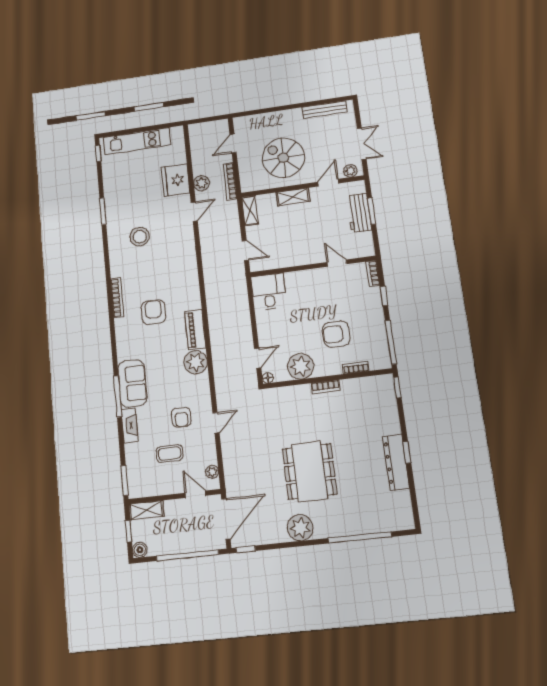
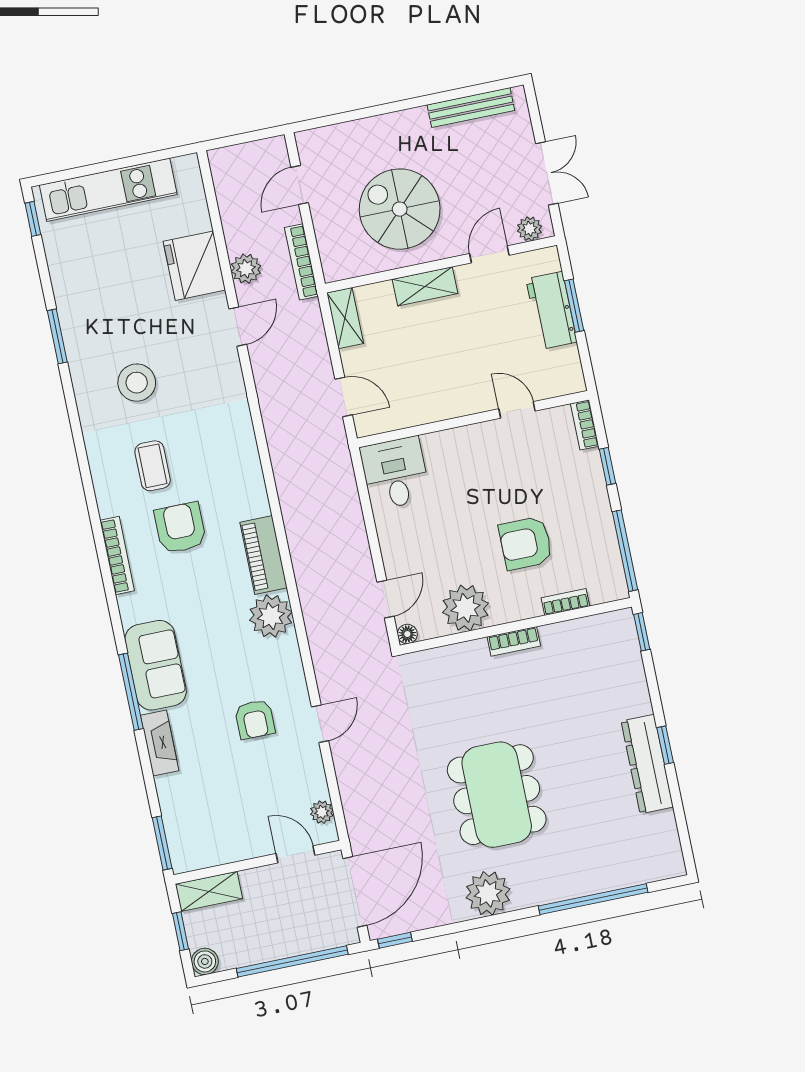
bookcase: (117, 298) -> (117, 556), moved
coffee table: (170, 453) -> (153, 466), moved, turned 90

